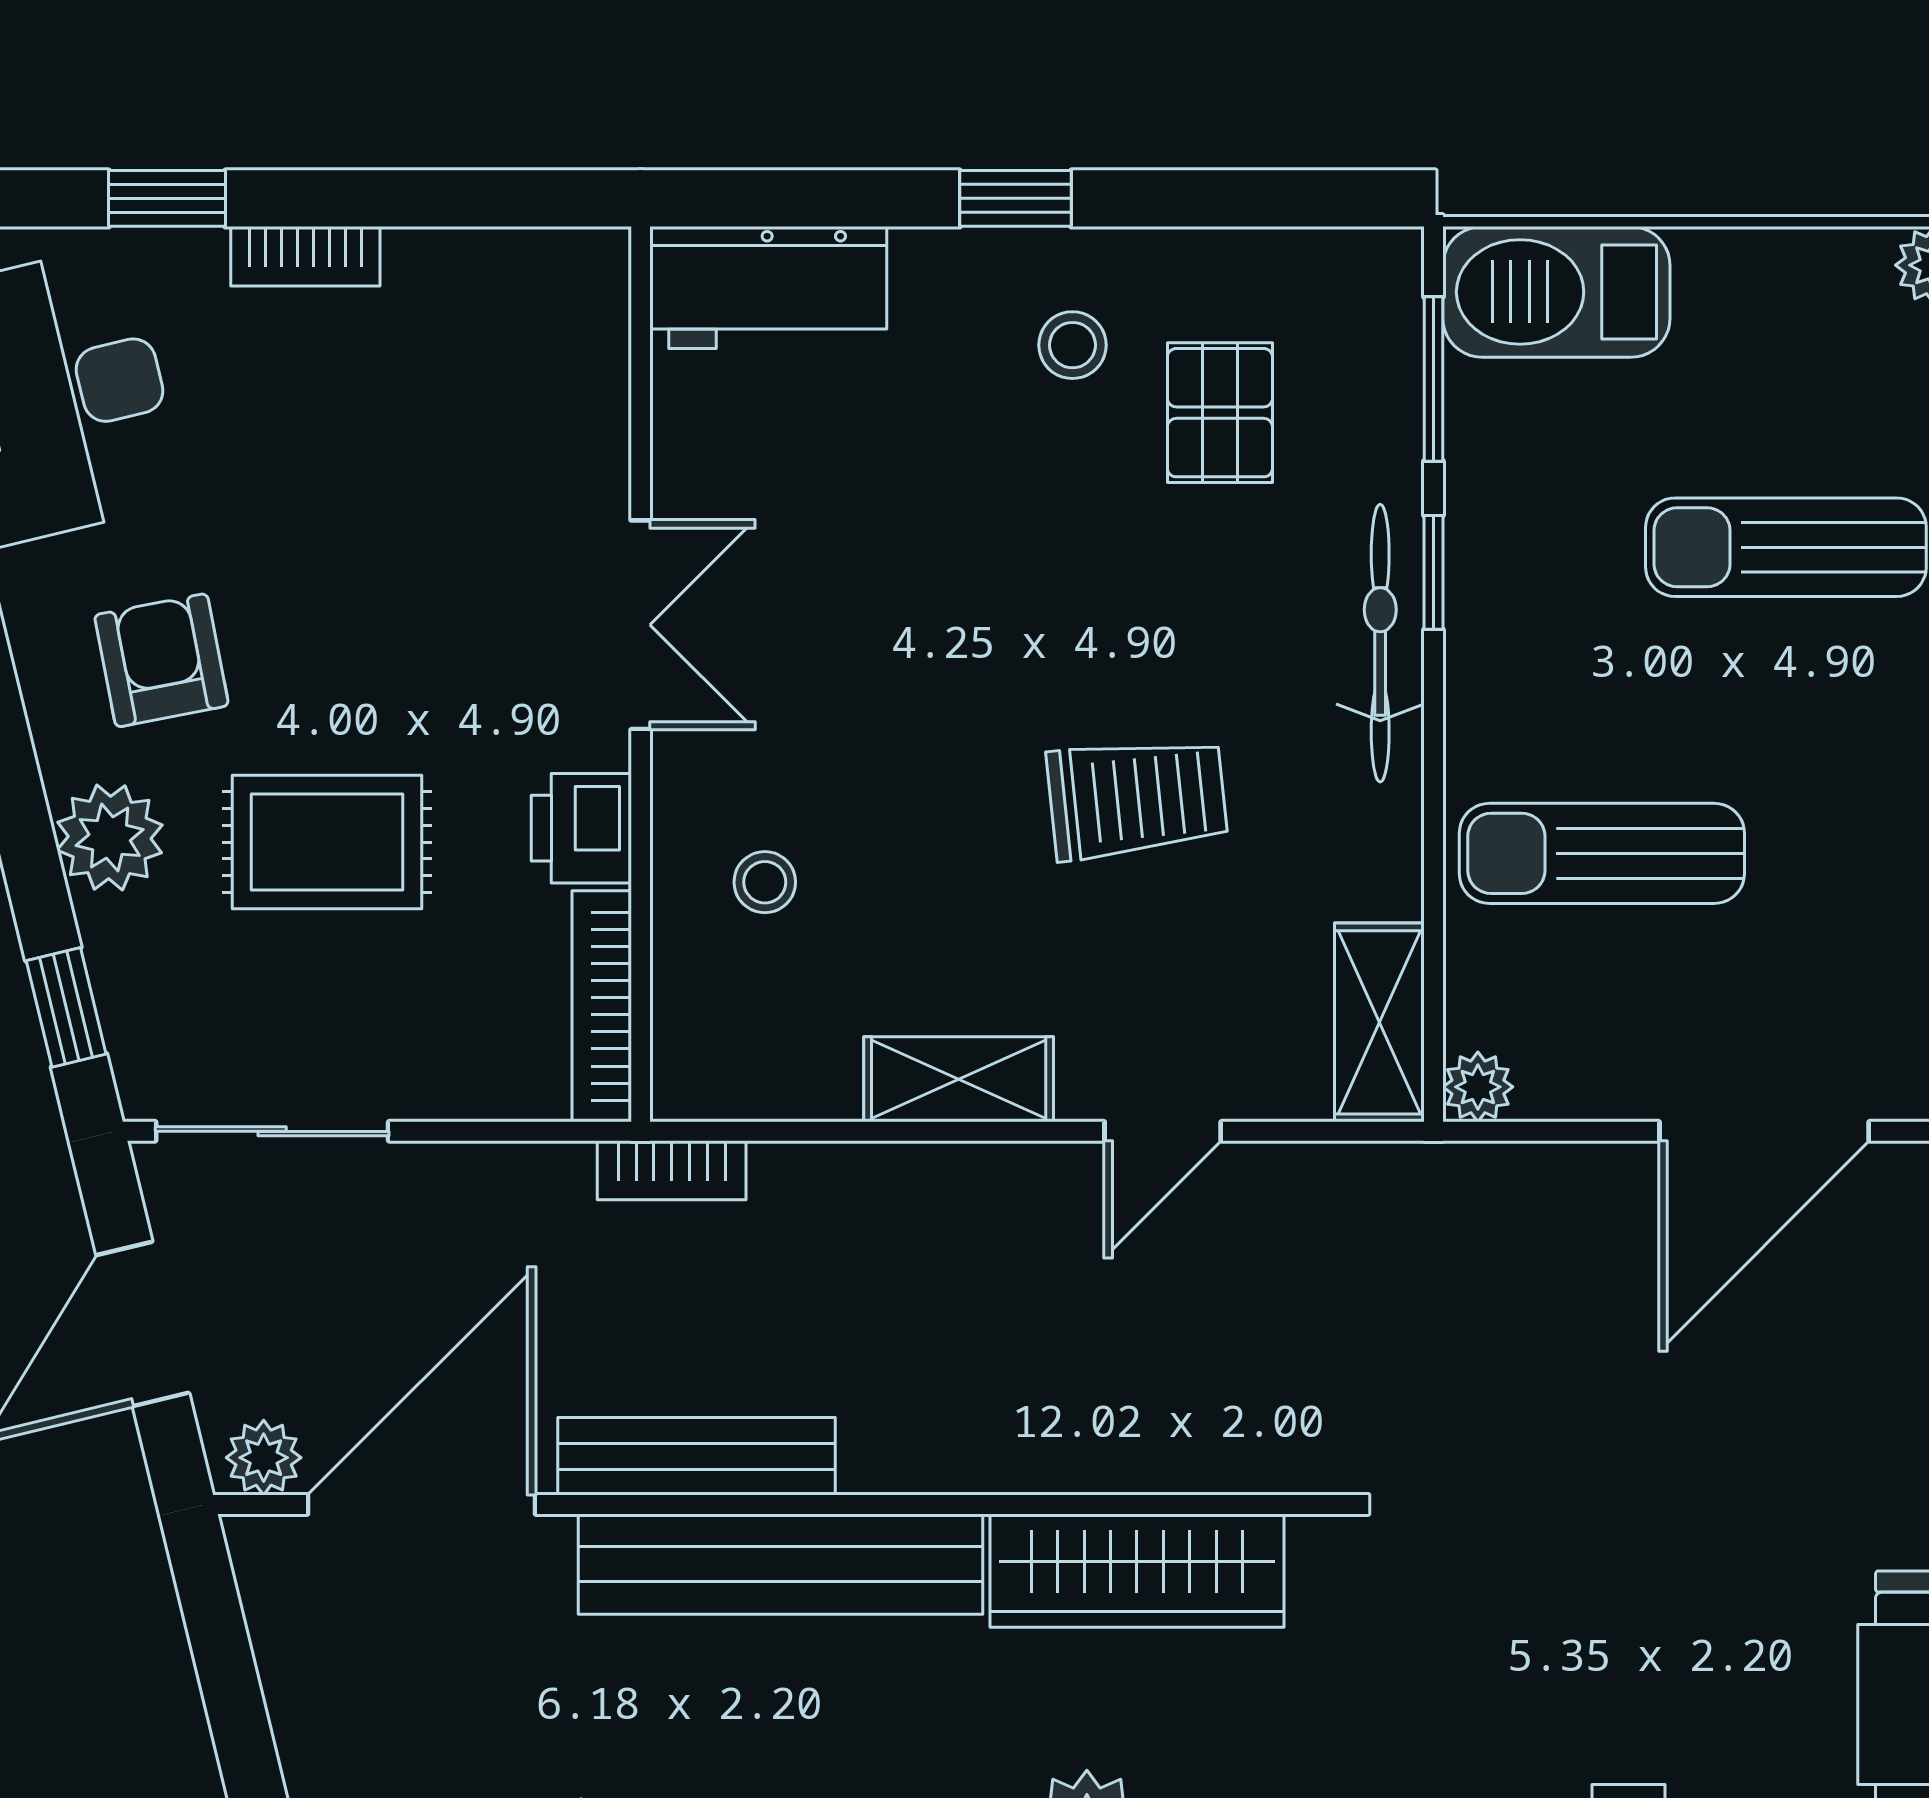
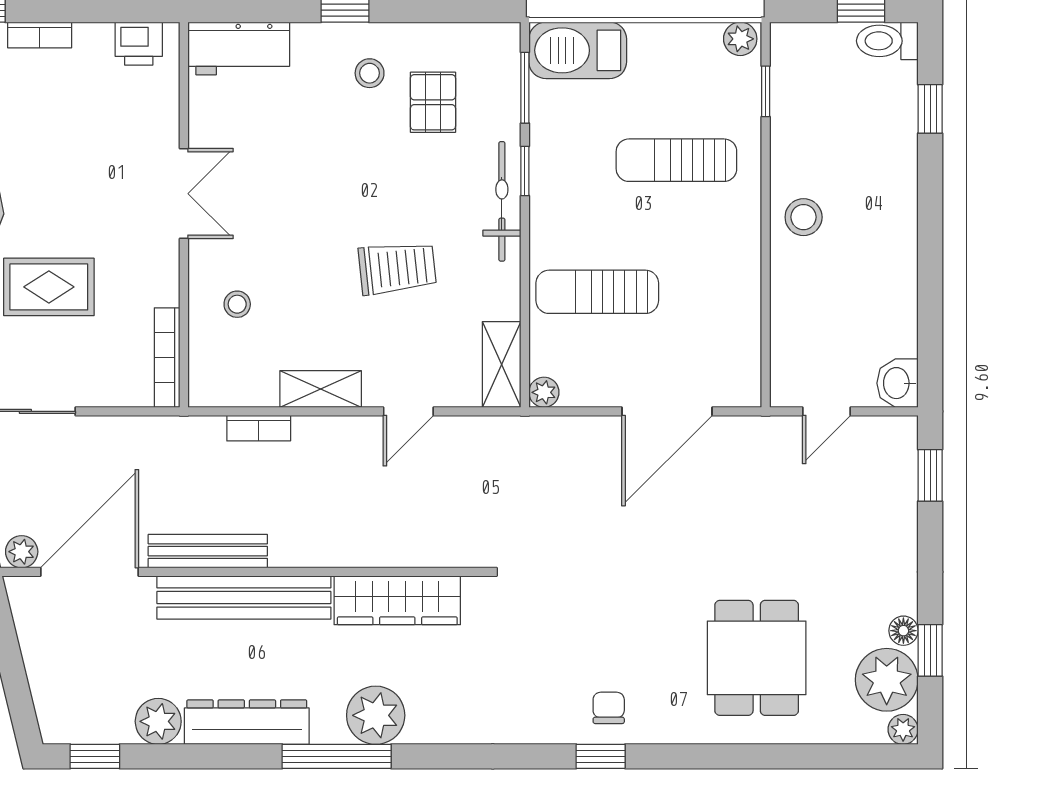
printer: (581, 828) -> (139, 44), moved, turned -90
bookcase: (672, 1170) -> (259, 428), moved

